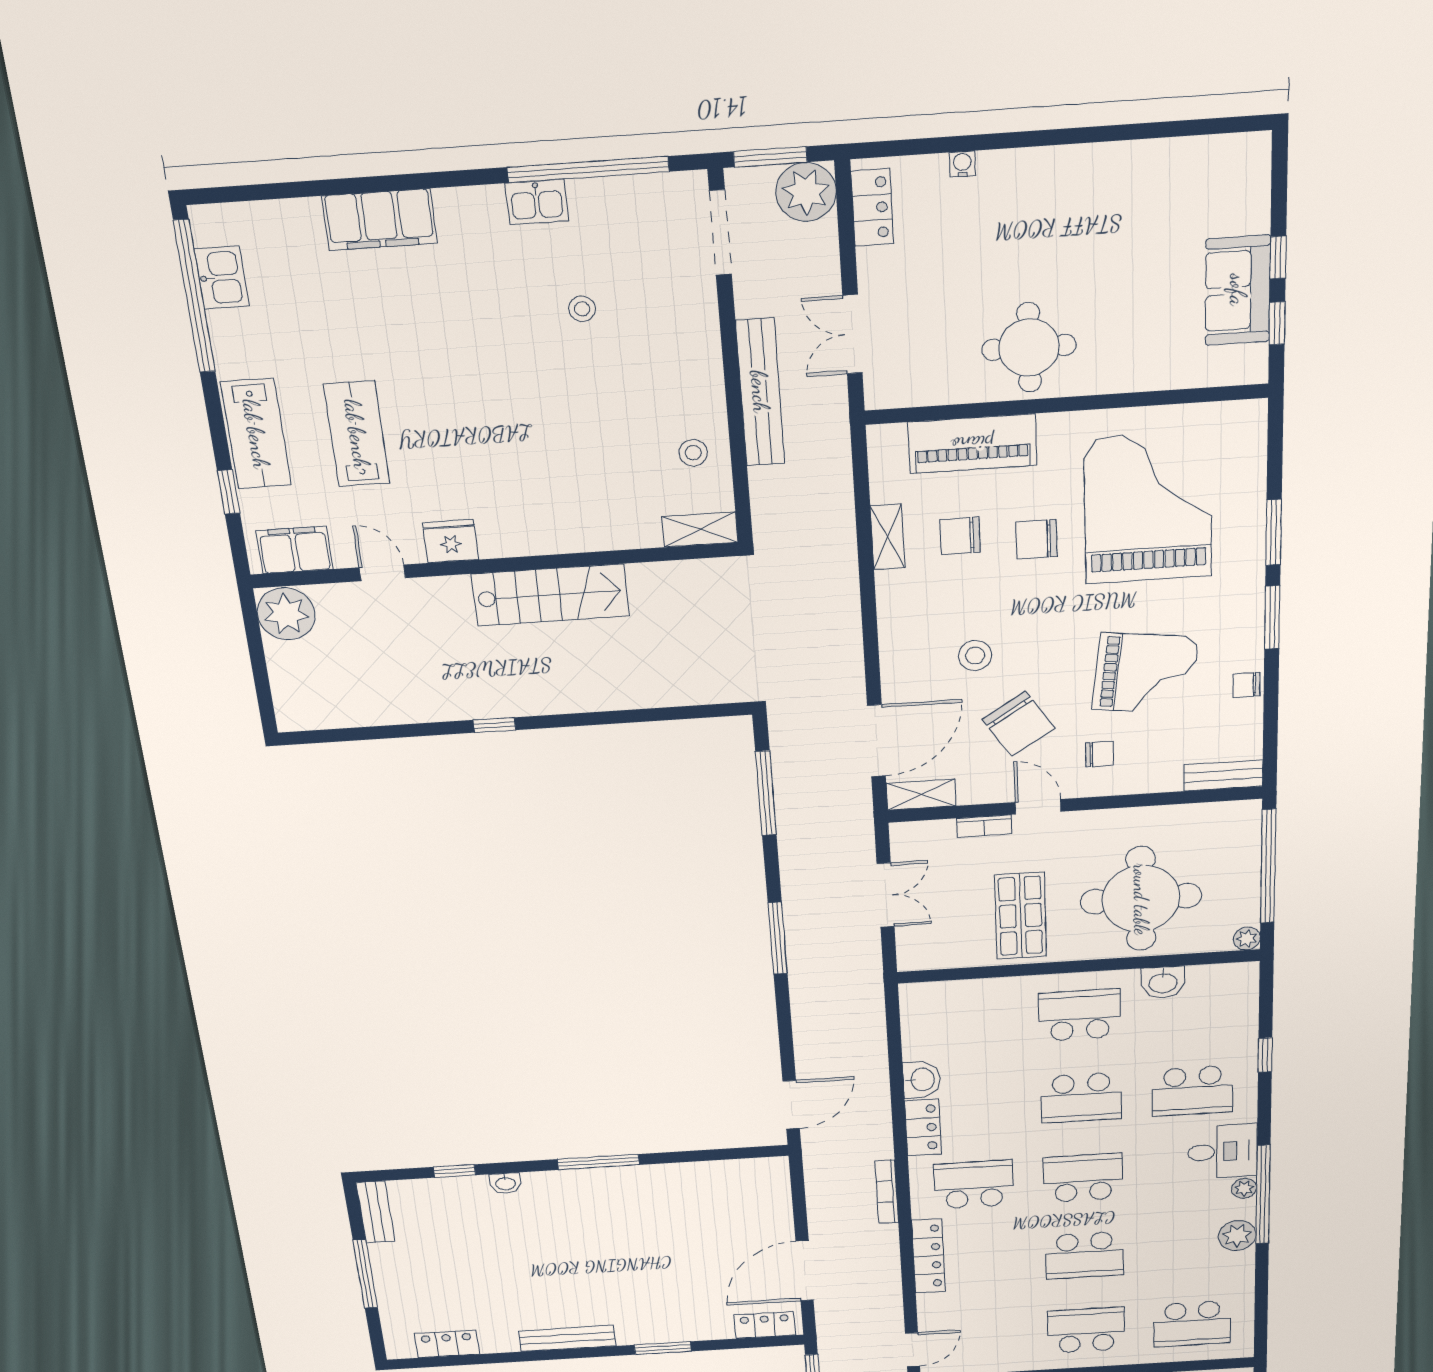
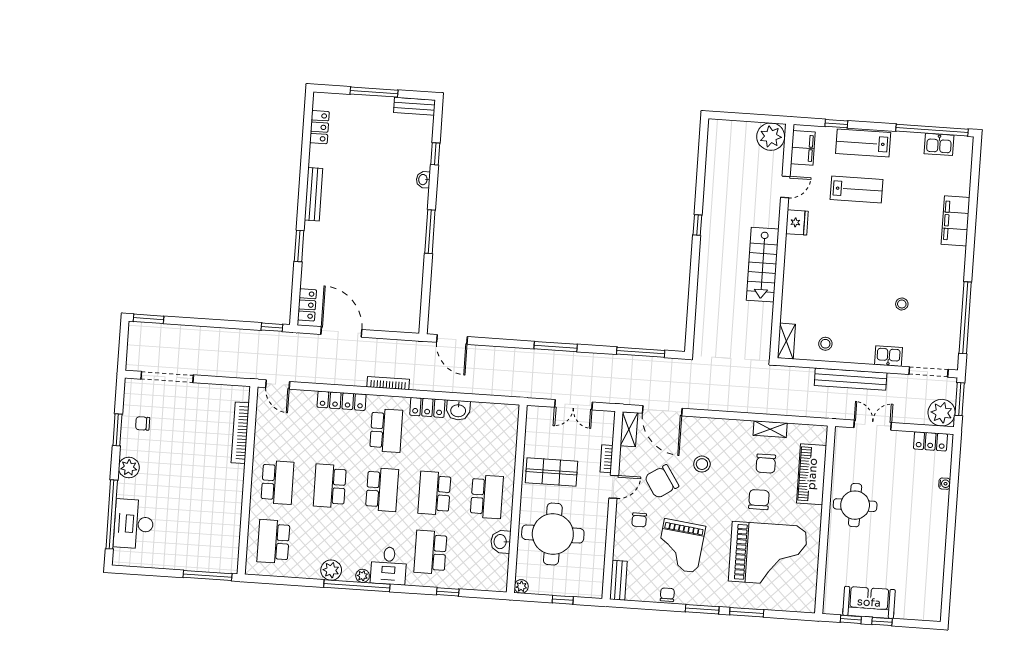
kitchen sink: (537, 202) -> (888, 356), moved, turned 90
chair: (960, 536) -> (766, 464), turned 180
window: (1268, 866) -> (563, 600), width x0.32

